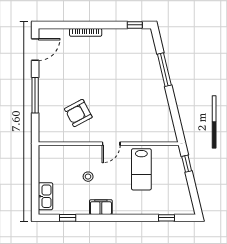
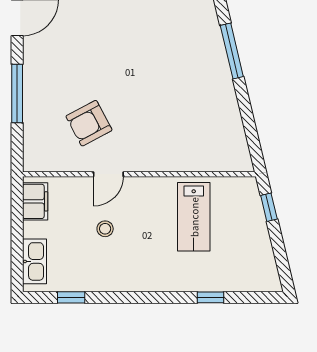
door: (111, 144) -> (108, 174), moved
filing cabinet: (101, 207) -> (35, 201), moved, turned 90
window: (166, 218) -> (211, 297), moved

